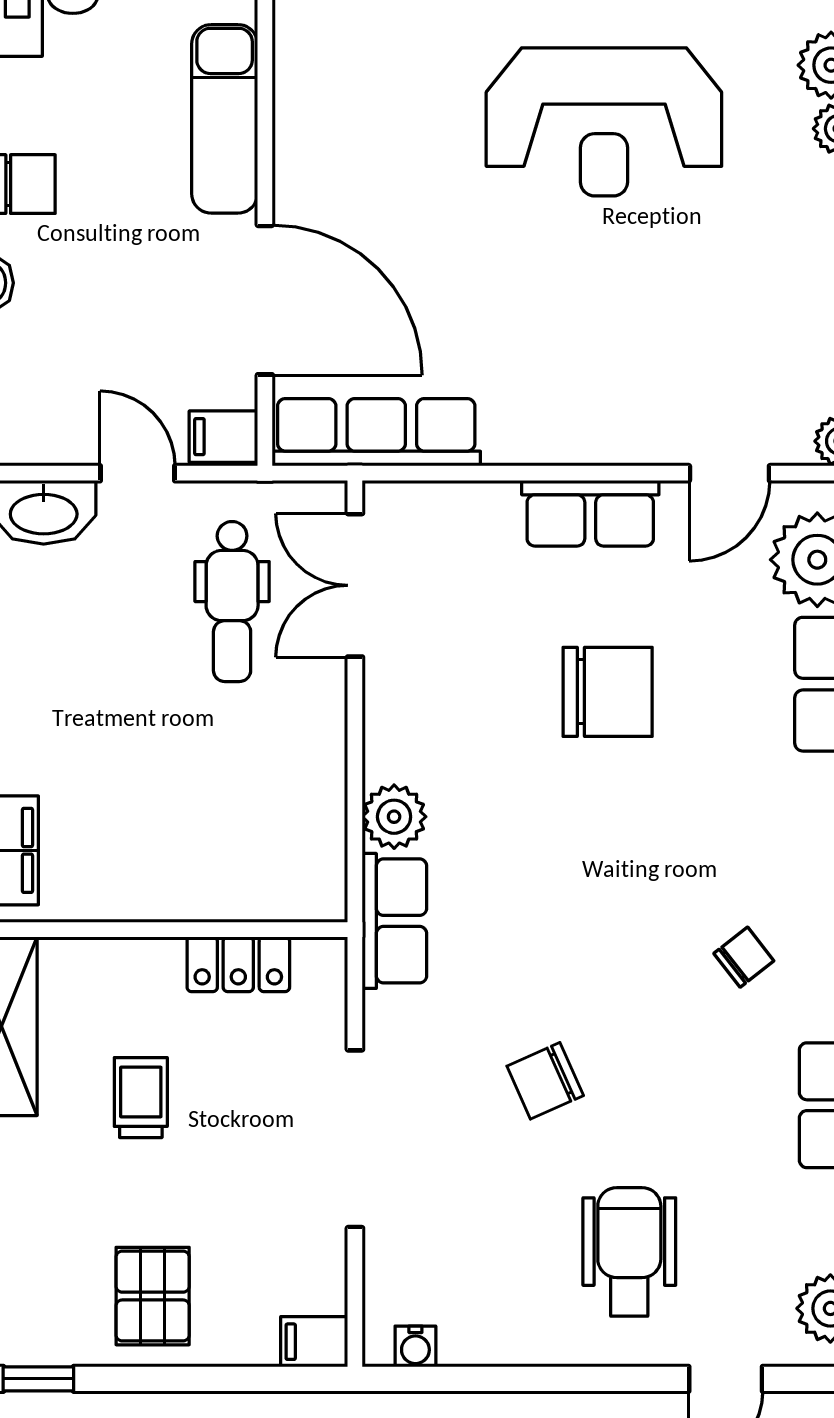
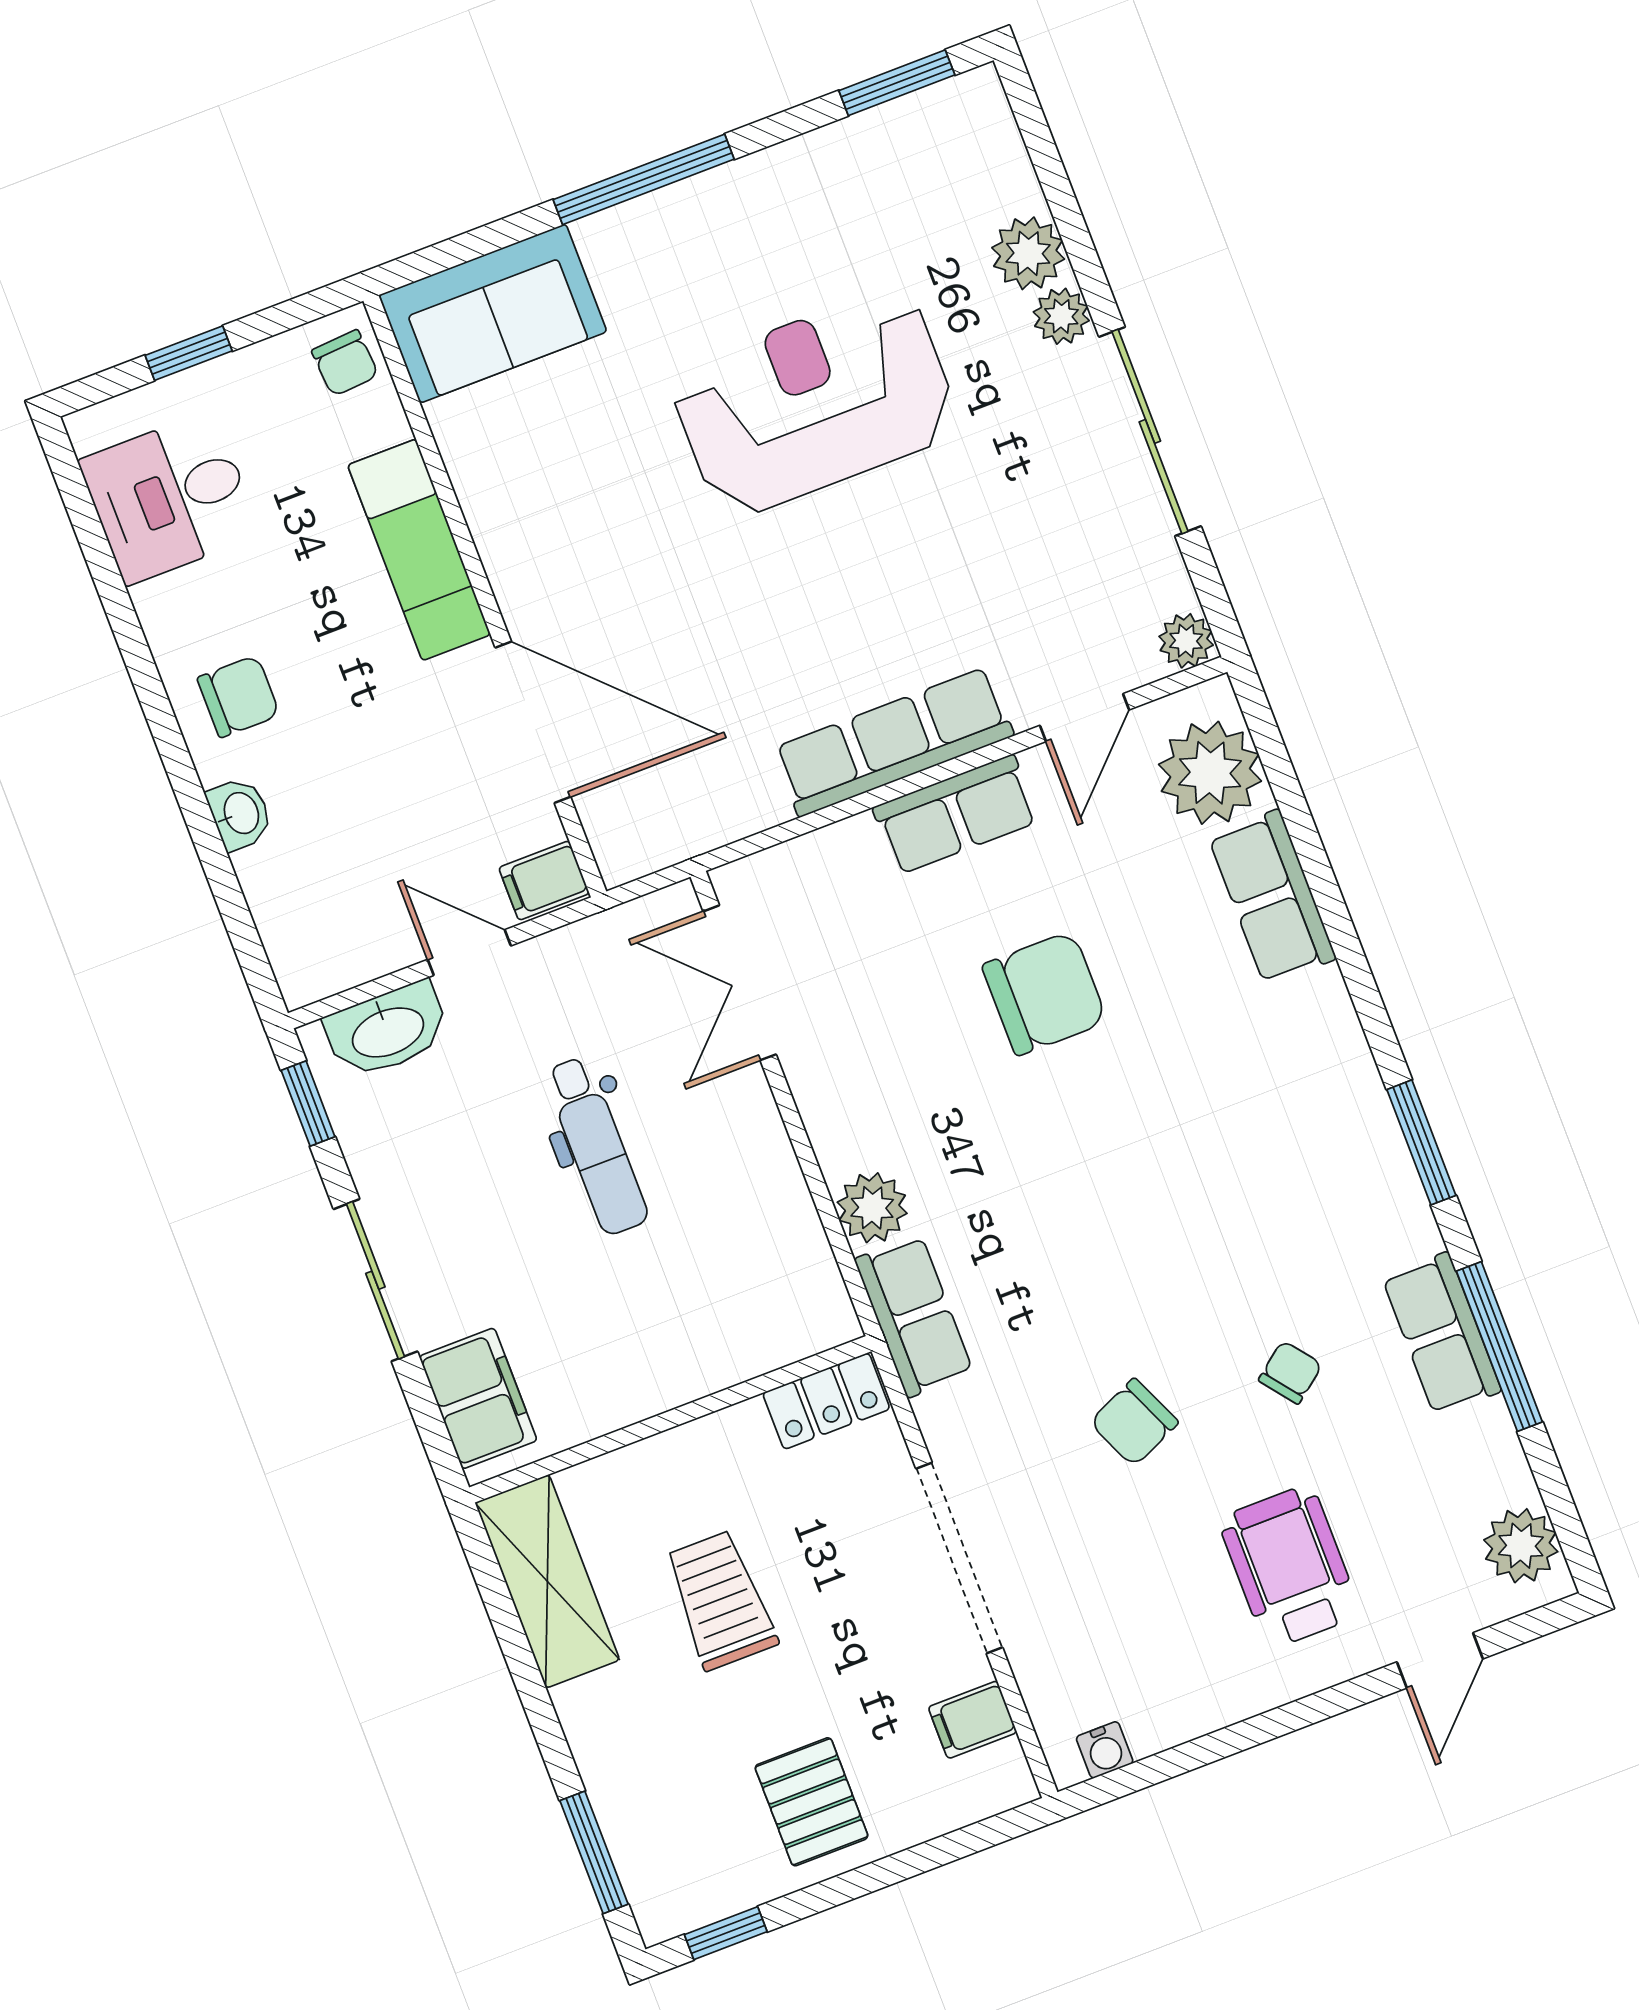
reception desk: (604, 122) -> (815, 402), turned 180
row of seats: (376, 432) -> (893, 742), moved
dental chair: (232, 602) -> (596, 1146), moved
chair: (744, 957) -> (1290, 1372), moved
locker: (238, 964) -> (826, 1401), moved
trolley: (141, 1098) -> (720, 1600), width x1.36, depth x1.39
filing cabinet: (314, 1342) -> (973, 1720), moved

